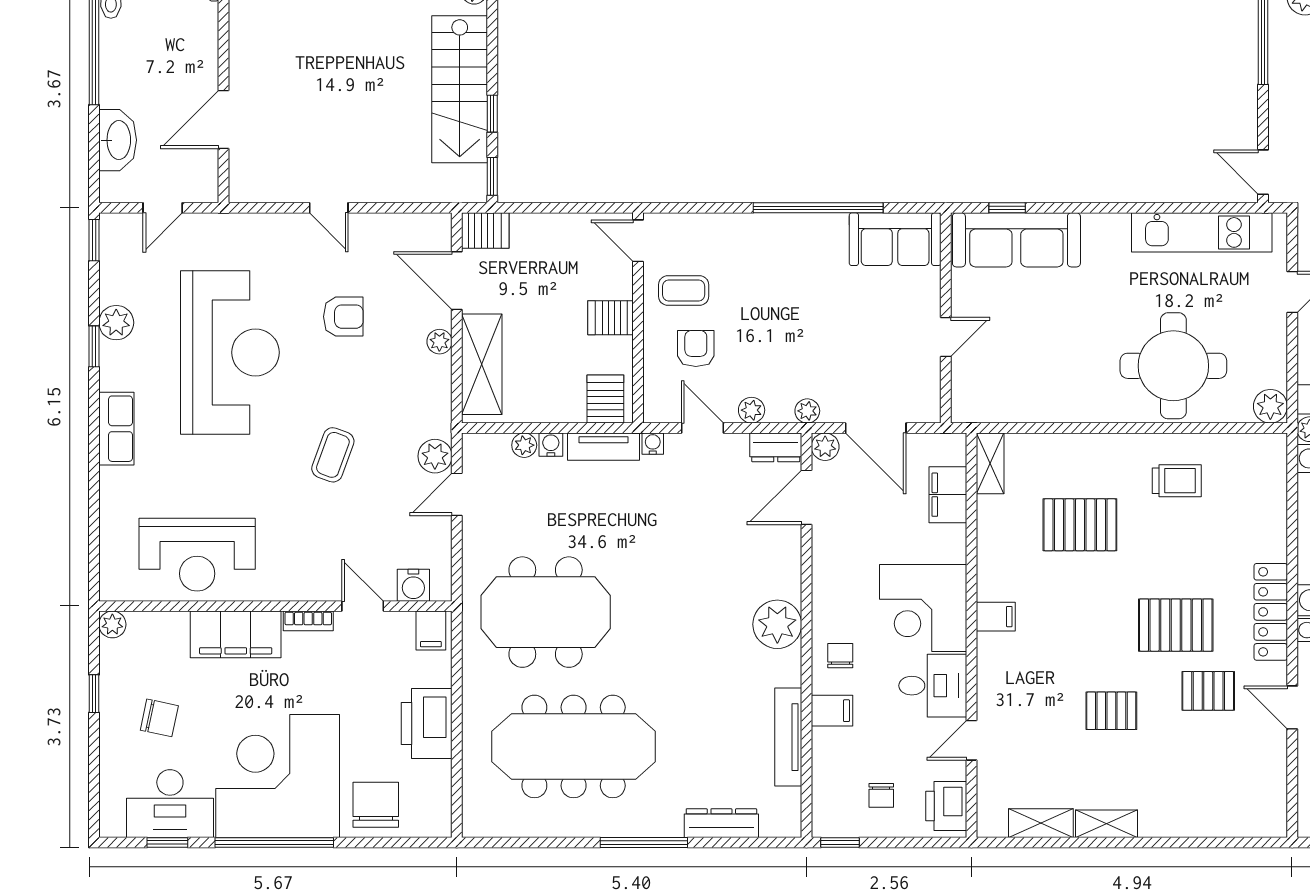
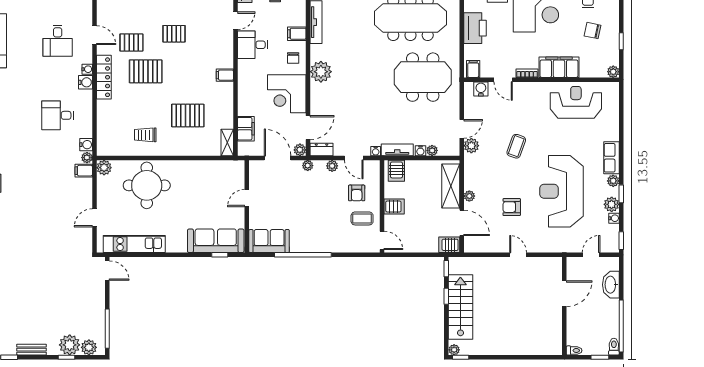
water cooler: (110, 291) -> (614, 218), added
plant: (112, 376) -> (613, 181), added
corner desk: (923, 608) -> (287, 94), moved, turned 180

